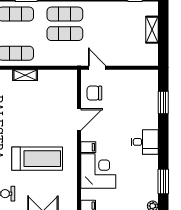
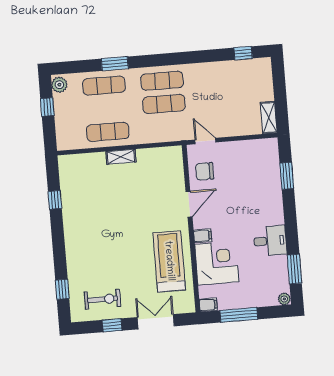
shelving: (152, 30) -> (269, 118), moved
desk: (145, 142) -> (270, 241), moved
treadmill: (37, 159) -> (169, 261), moved, turned -90

